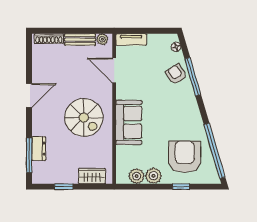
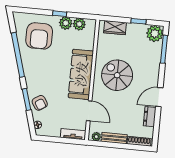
window: (193, 77) -> (26, 99), width x0.69
sofa: (129, 122) -> (81, 74), width x1.36
dresser: (39, 149) -> (150, 117), moved
window: (215, 151) -> (18, 55), moved
plant: (42, 173) -> (155, 34), added
window: (181, 187) -> (60, 14), moved

